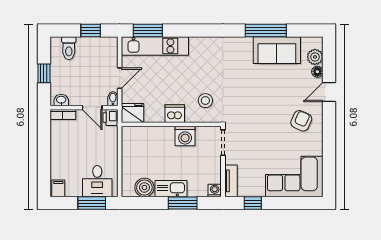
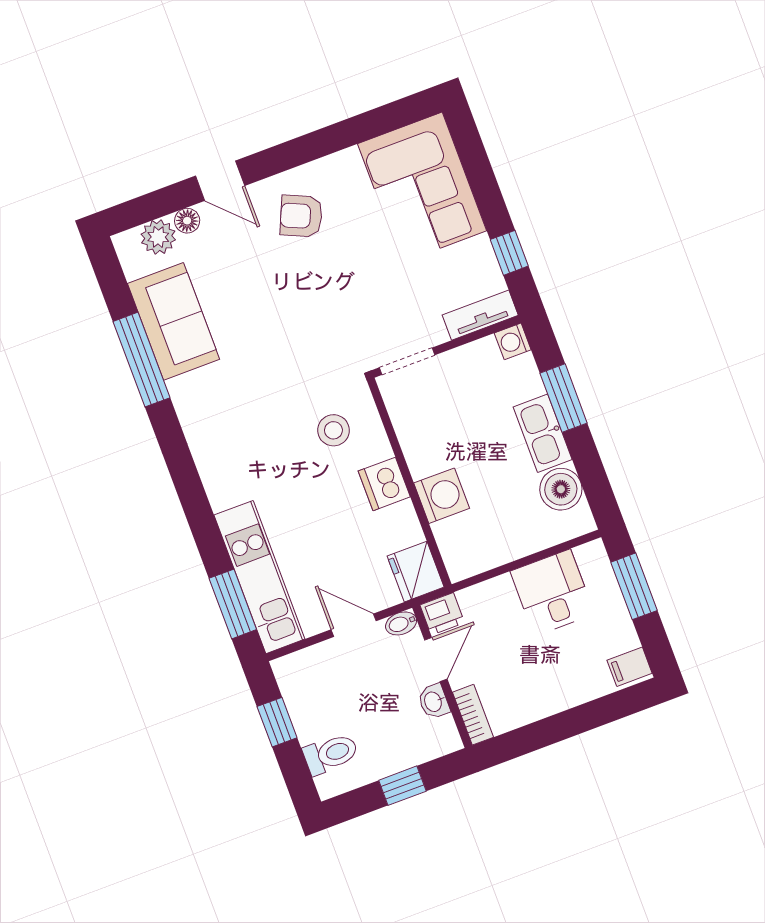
washbasin: (61, 100) -> (434, 701), moved
washing machine: (185, 136) -> (442, 496), moved
desk: (97, 181) -> (552, 593), moved, turned -90

